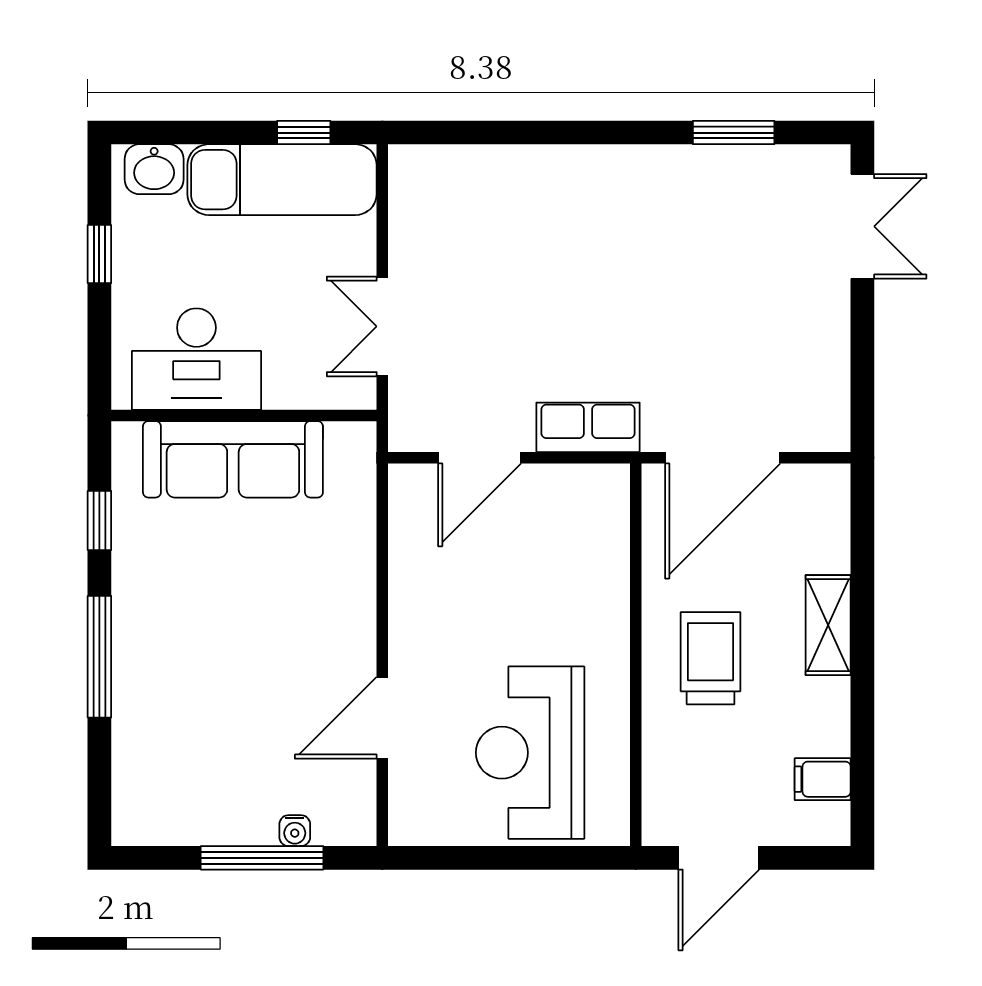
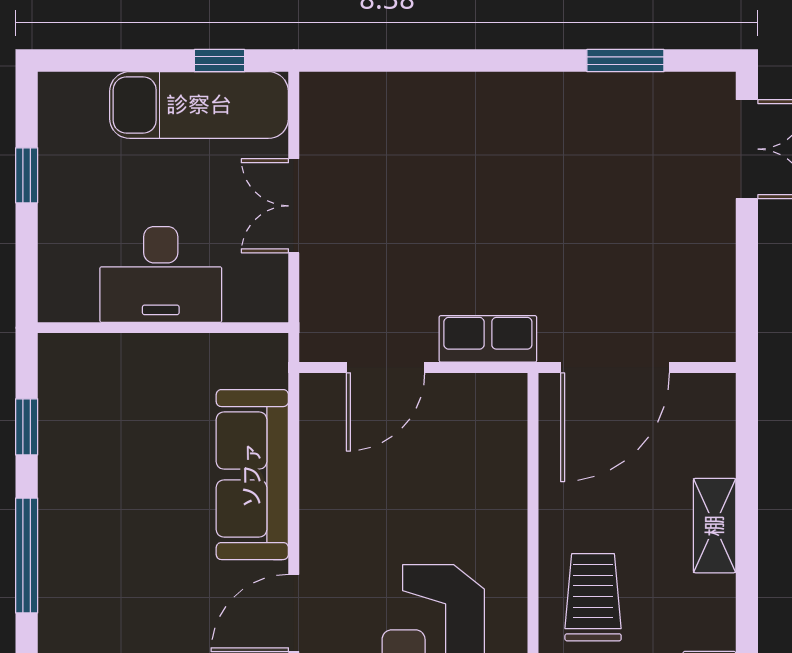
washbasin: (154, 169) -> (78, 95), removed
double door: (382, 326) -> (294, 206), moved
desk: (196, 359) -> (161, 274), moved
sofa: (233, 459) -> (252, 475), moved, turned 90
trolley: (711, 658) -> (593, 597), moved

